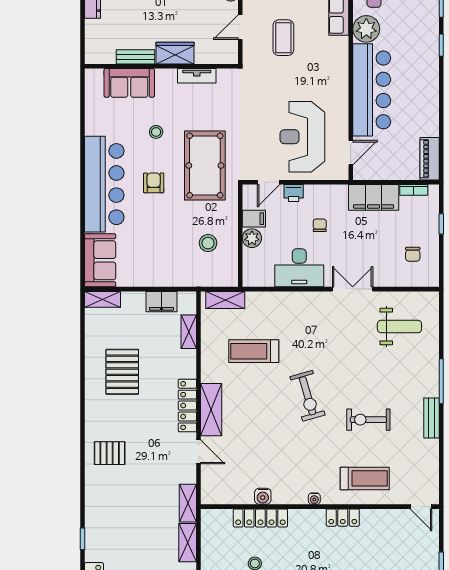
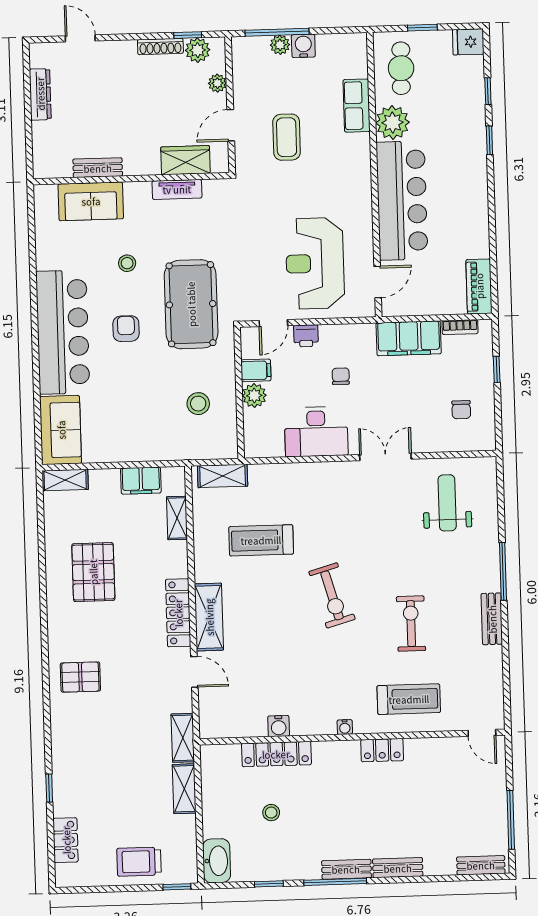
wardrobe: (175, 53) -> (185, 160), moved
weight bench: (399, 326) -> (447, 503), turned -90
exercise bike: (368, 420) -> (411, 624), turned 90

